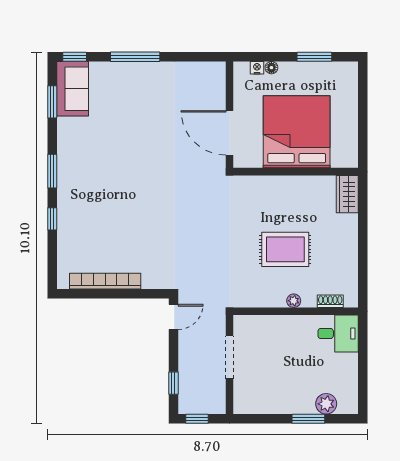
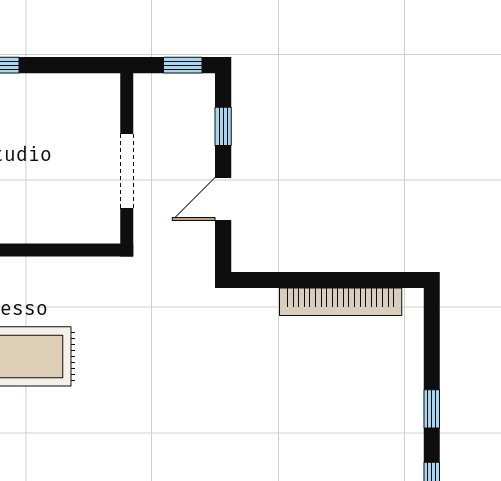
plant: (294, 301) -> (16, 268), removed
door: (173, 317) -> (223, 199), moved

